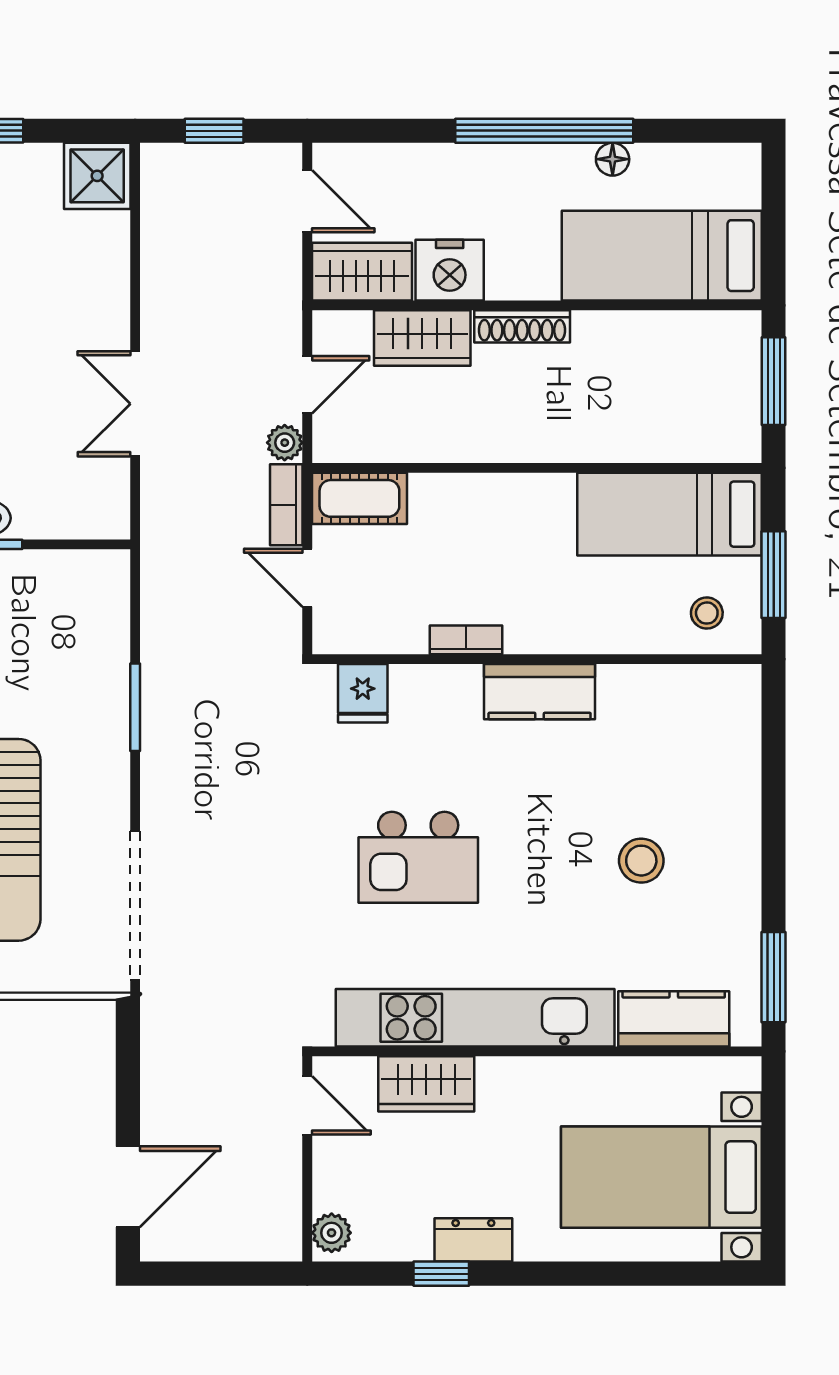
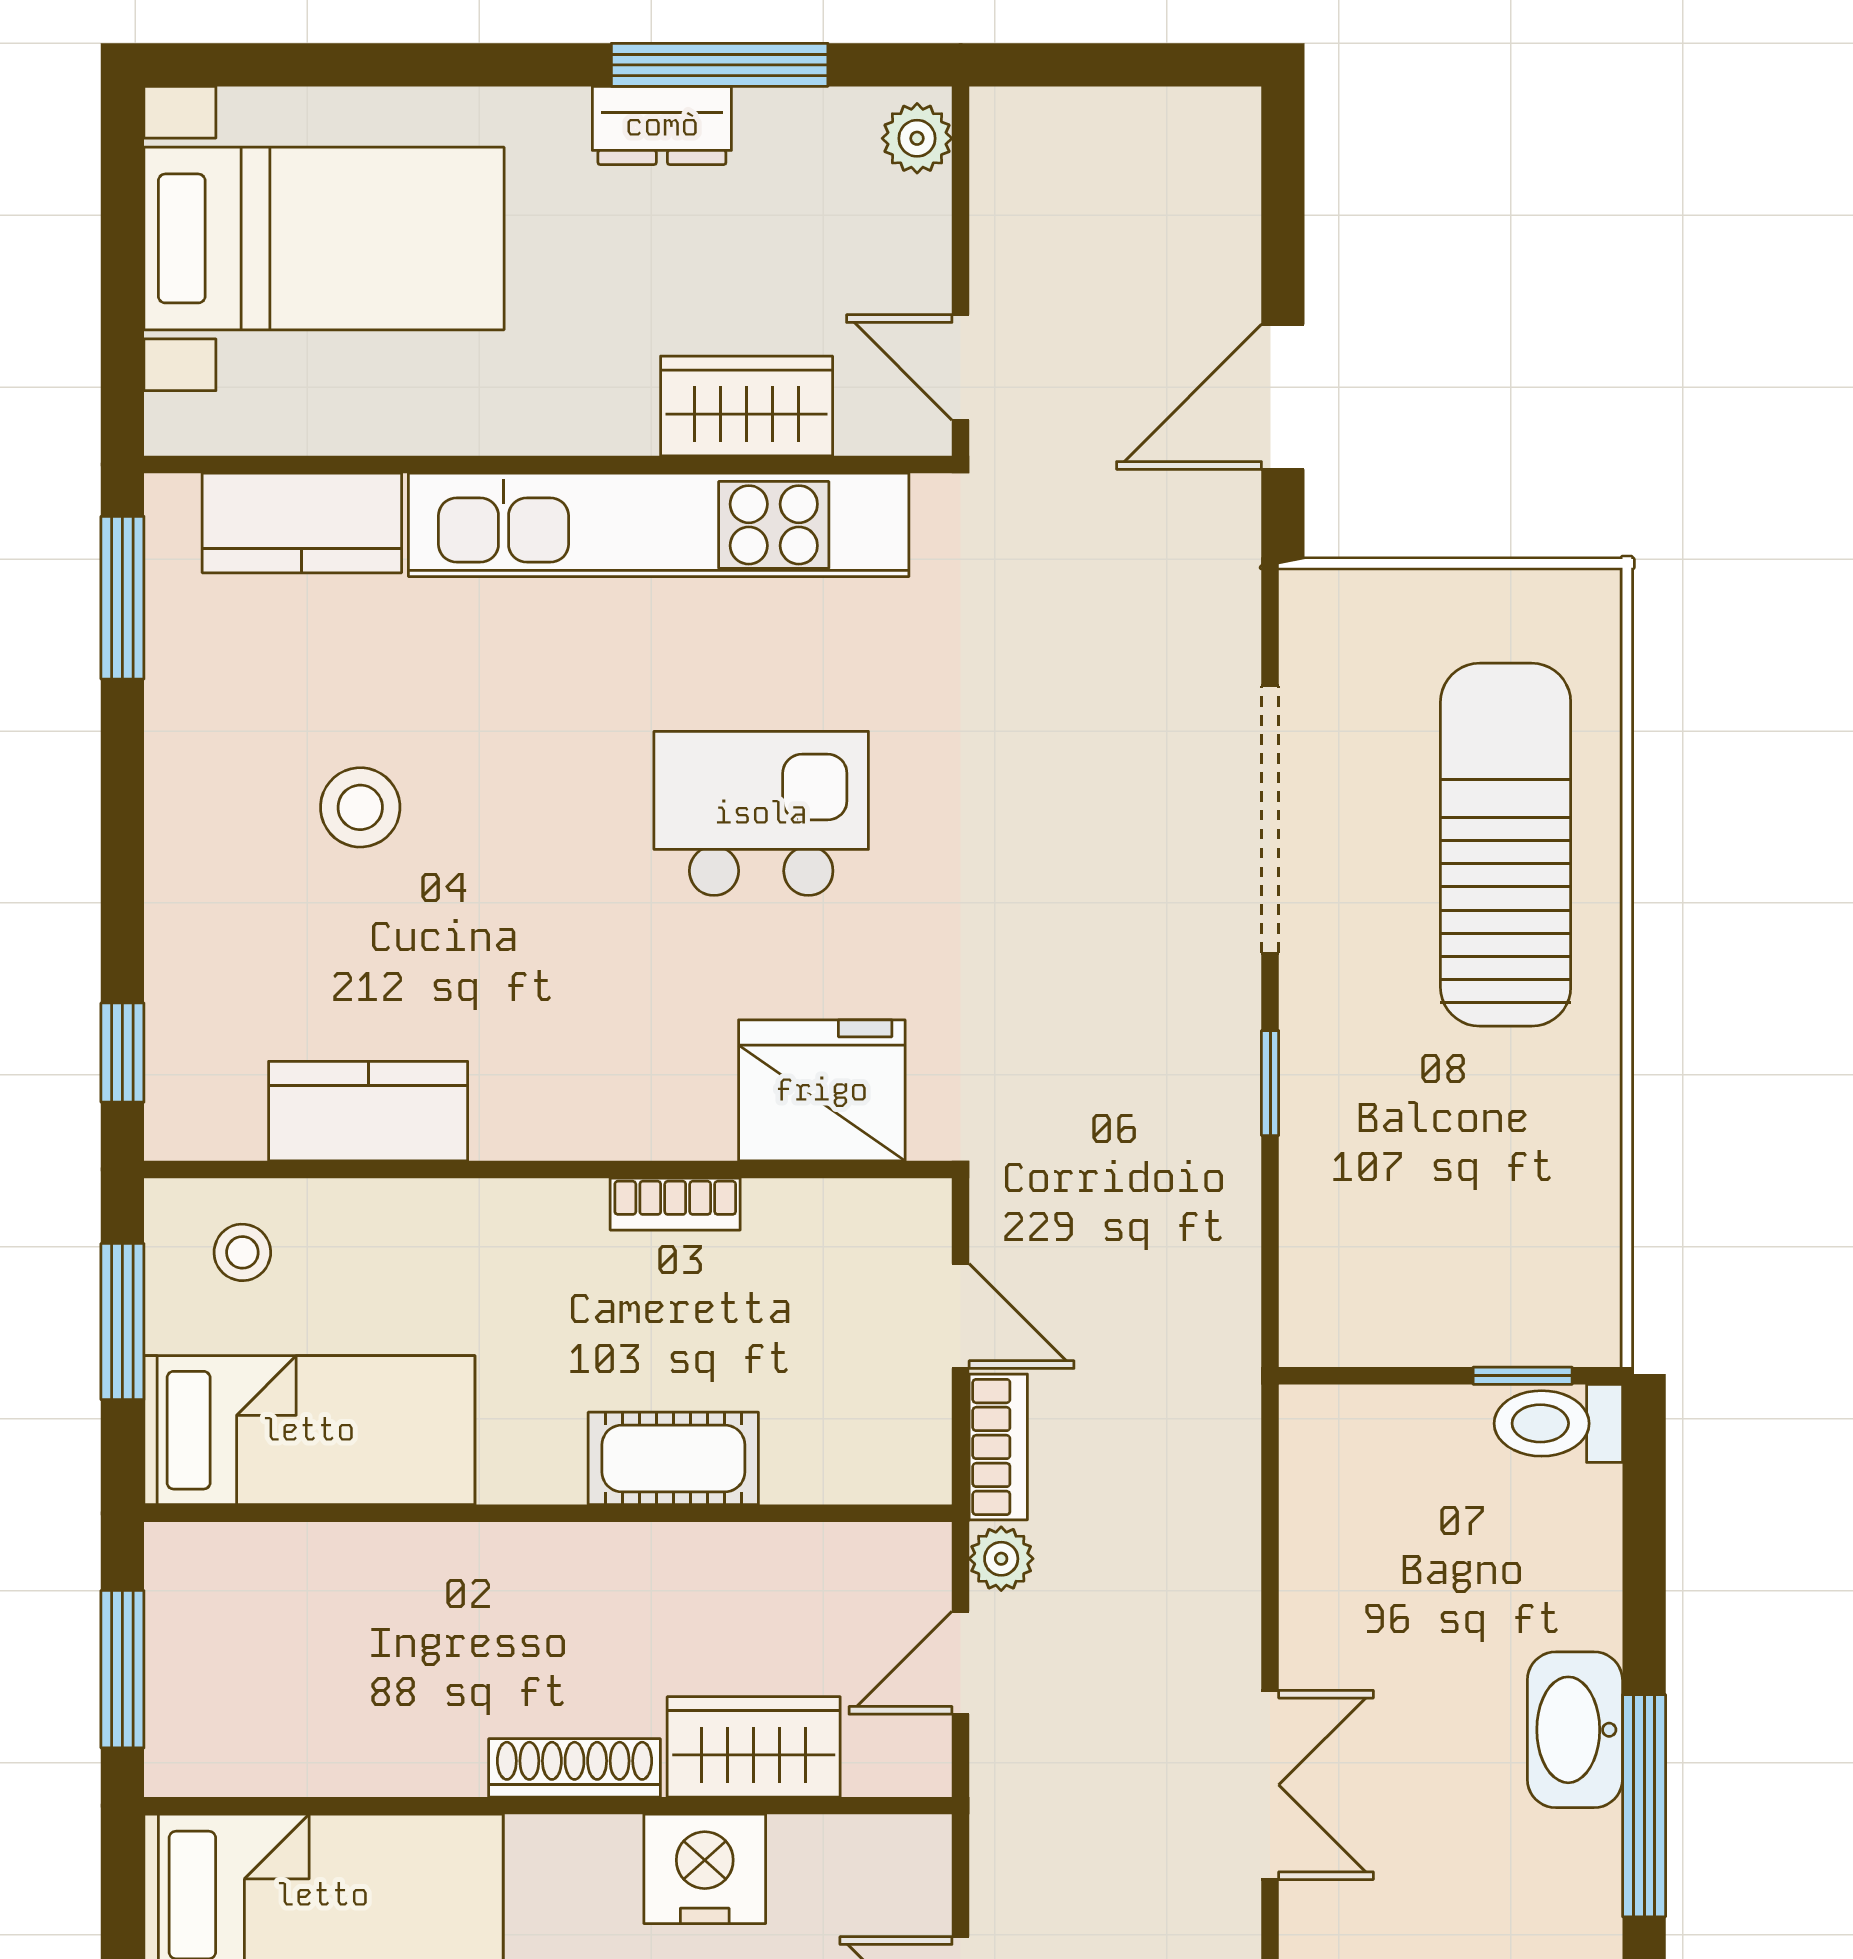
wardrobe: (362, 272) -> (862, 1866), removed
double door: (135, 404) -> (1270, 1785), moved
cot: (359, 498) -> (673, 1458), moved
kitchen counter: (540, 692) -> (368, 1111), moved
fridge: (363, 693) -> (822, 1090), width x1.88, depth x1.34
window: (135, 707) -> (1270, 1083), width x0.67
window: (774, 724) -> (122, 1053), added
doorway: (135, 906) -> (1270, 820), moved
door: (128, 1187) -> (1283, 397), moved
window: (441, 1274) -> (720, 65), width x2.17

